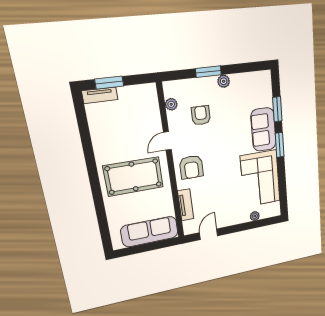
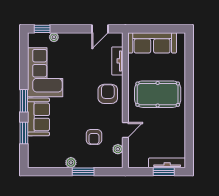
tv unit: (100, 95) -> (167, 163), width x1.41
door: (167, 141) -> (125, 130), moved
window: (267, 222) -> (42, 29), added

